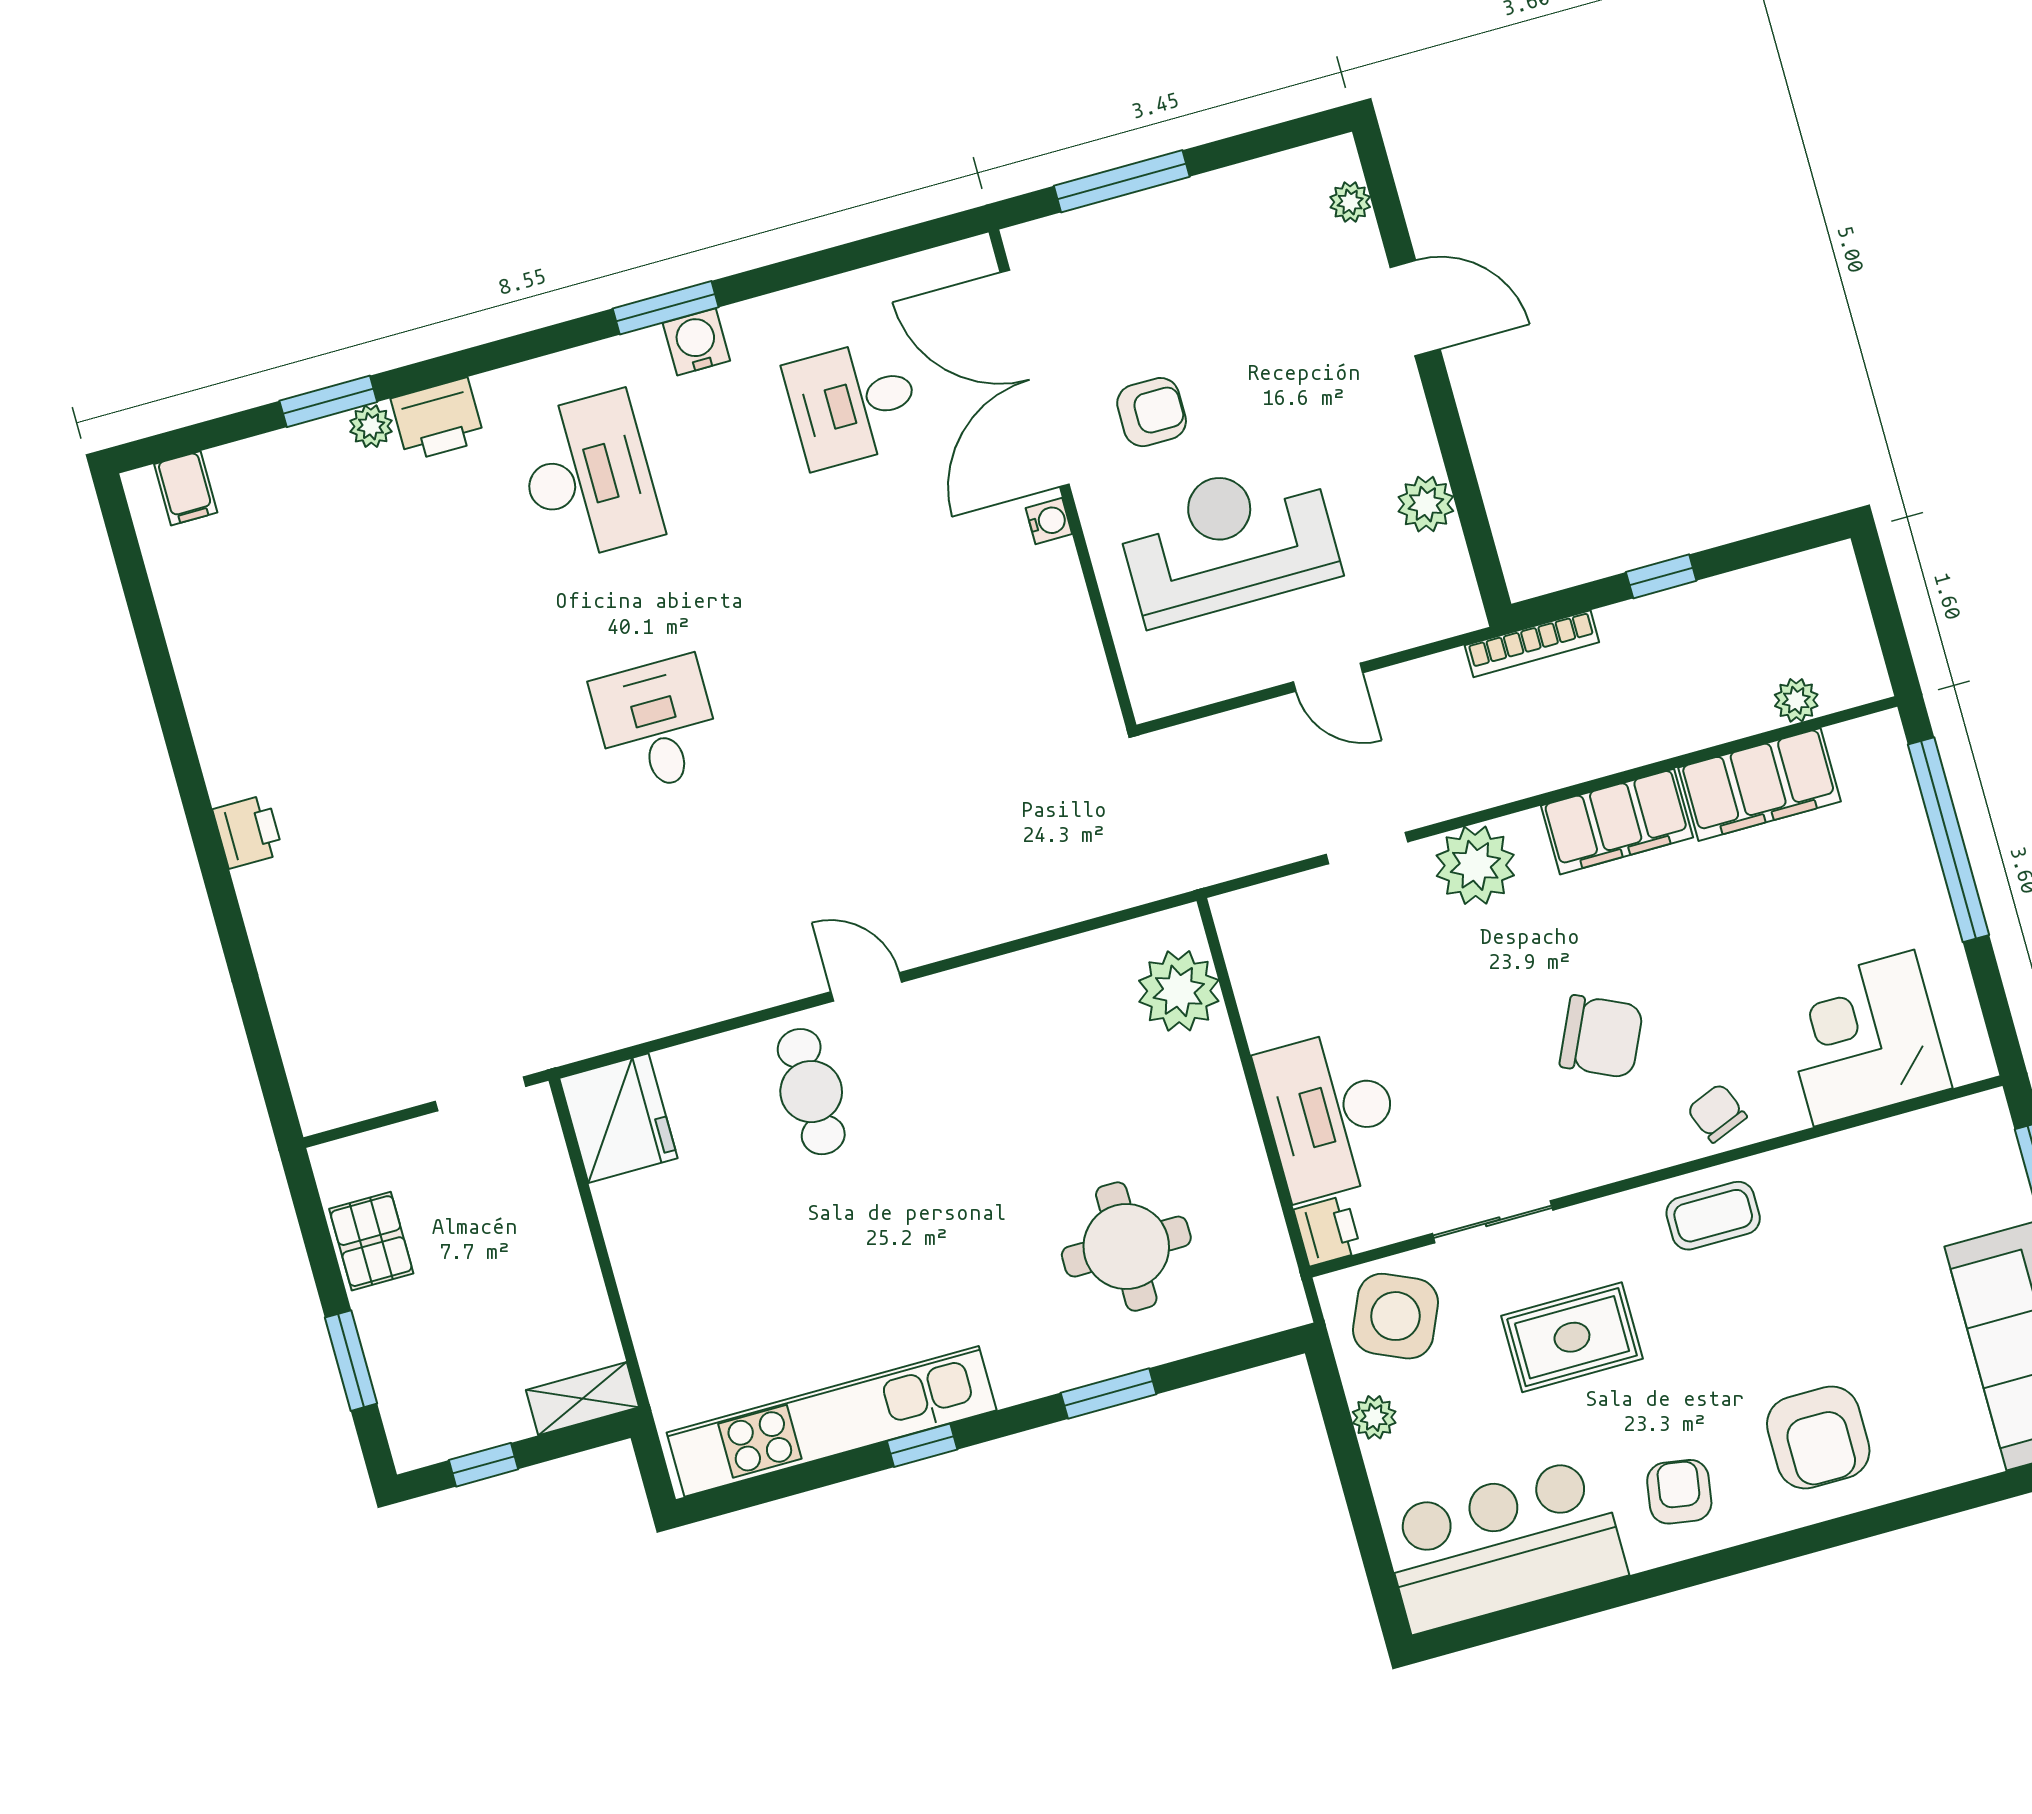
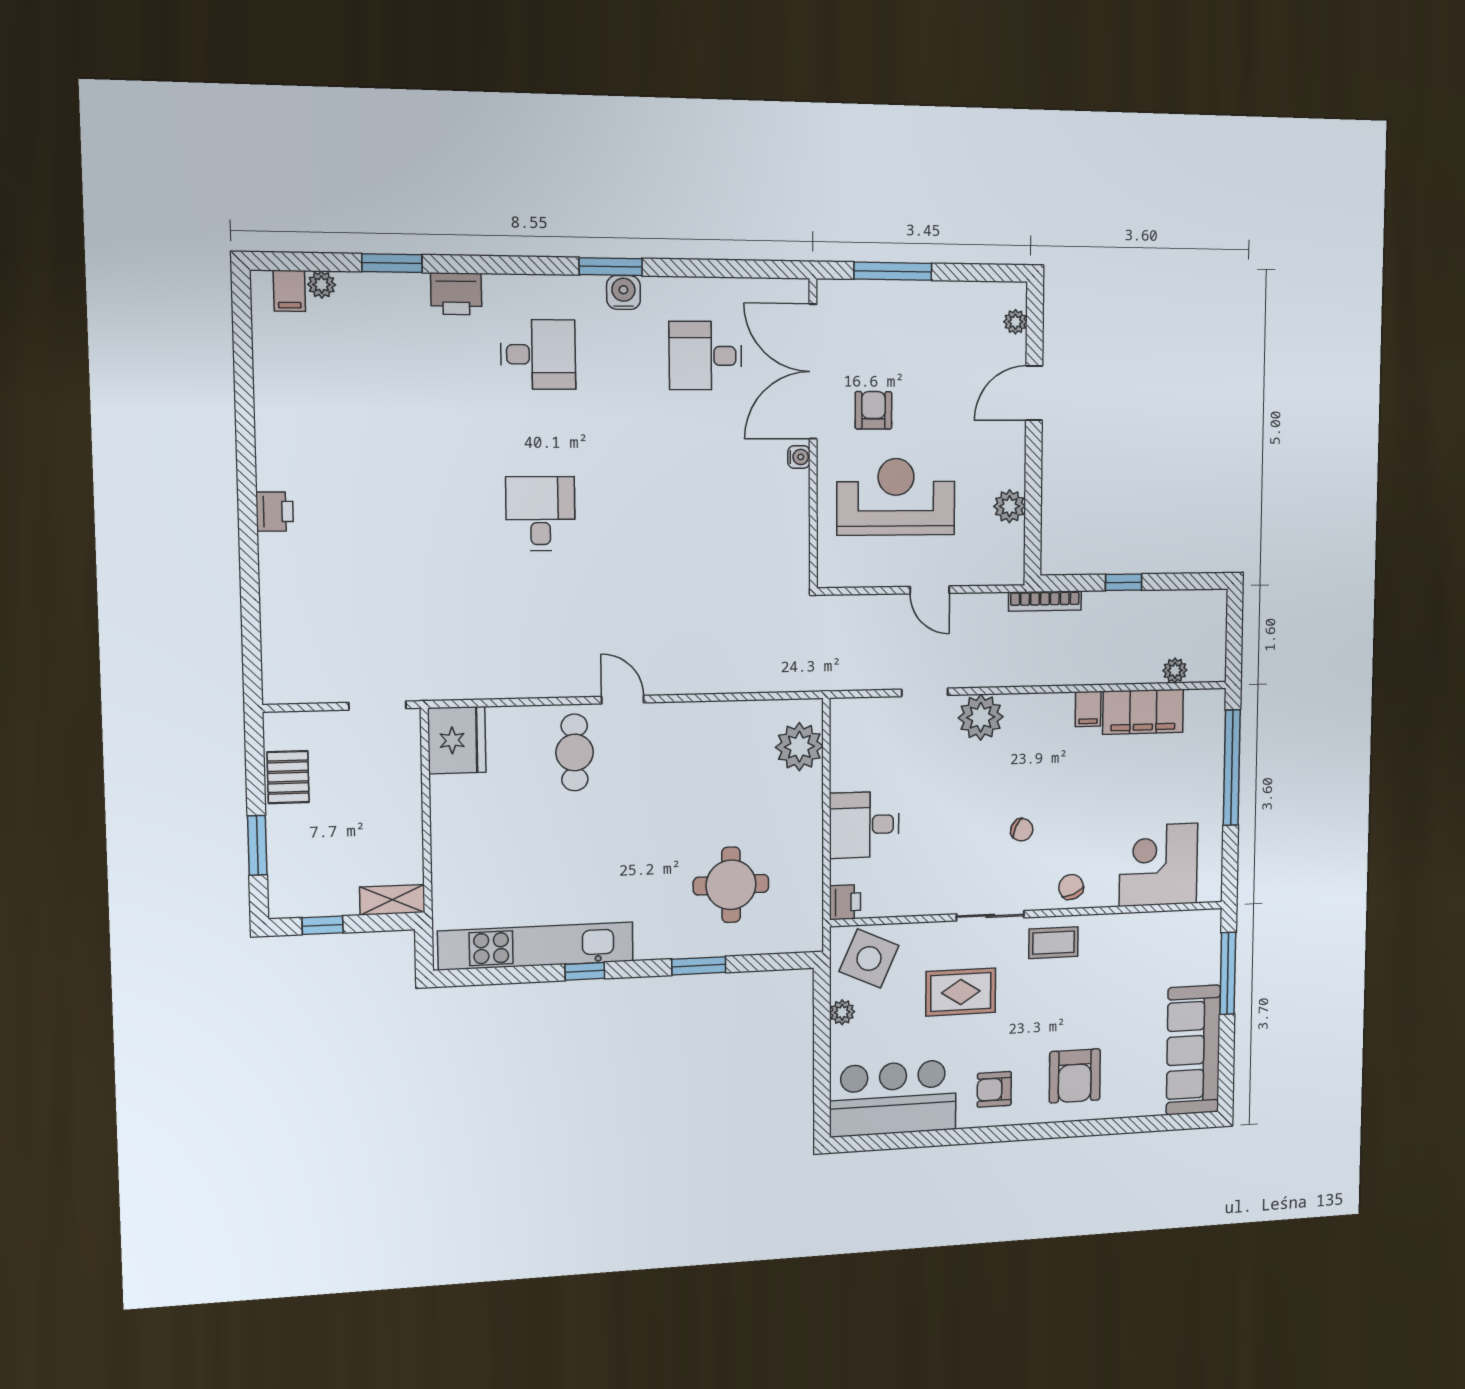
door: (1415, 308) -> (1034, 393), swing flipped
armchair: (1152, 412) -> (873, 410), turned -90
plant: (371, 426) -> (322, 285), moved
desk: (588, 477) -> (538, 354), width x0.73
filing cabinet: (1617, 822) -> (1088, 709), width x0.33, depth x0.86
chair: (1601, 1037) -> (1022, 830), width x0.54, depth x0.54
desk: (1330, 1114) -> (864, 825), width x0.73
sliding door: (1493, 1222) -> (990, 916), moved
armchair: (1679, 1492) -> (994, 1089), turned -99

